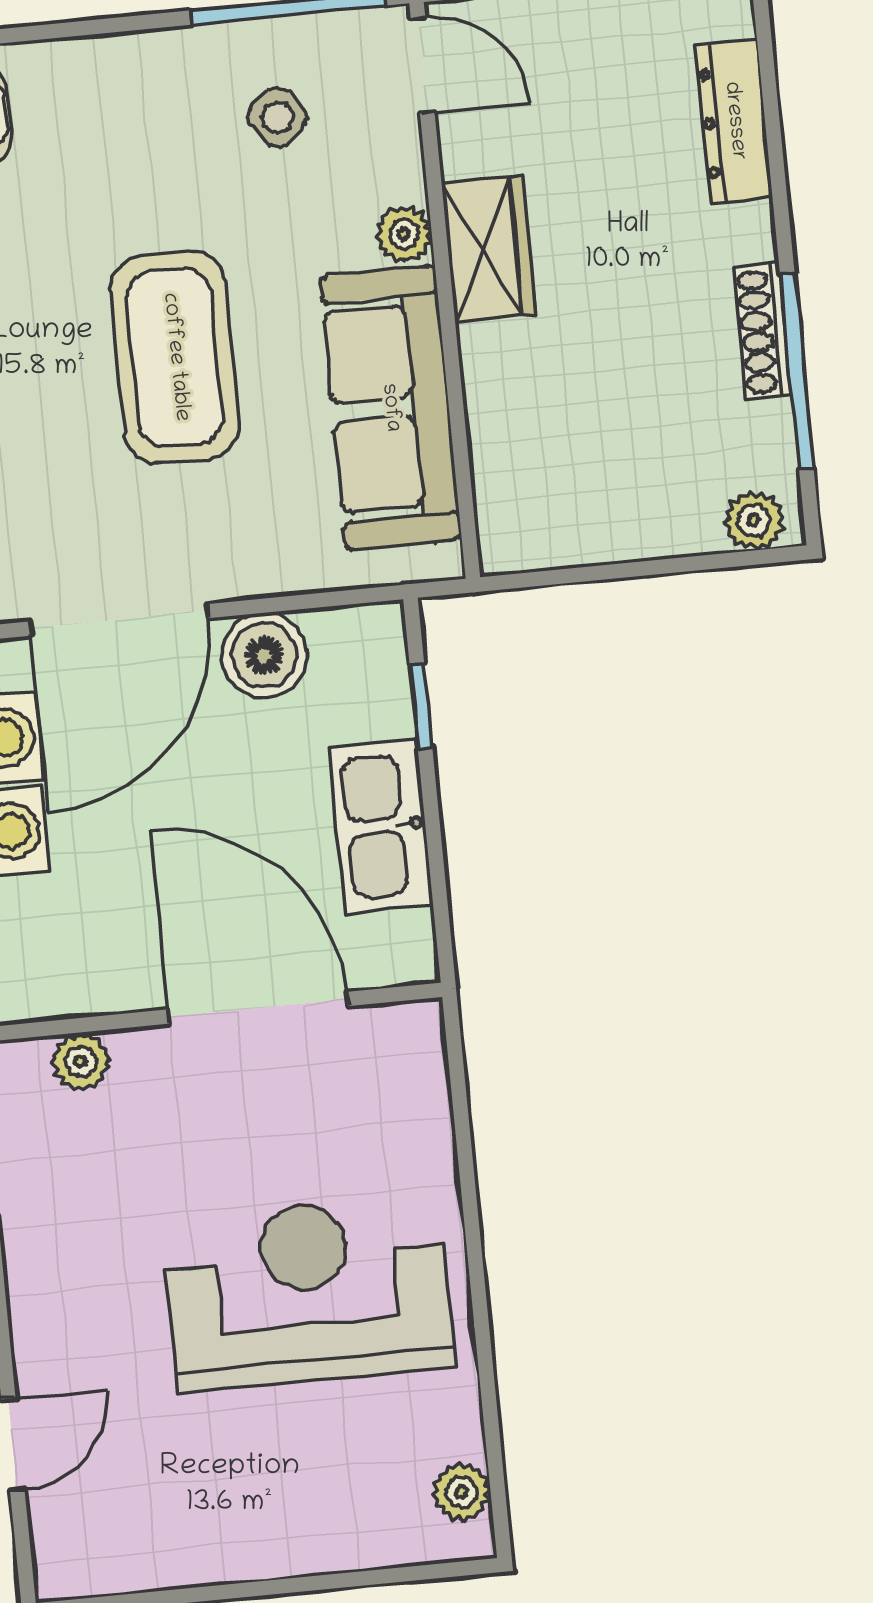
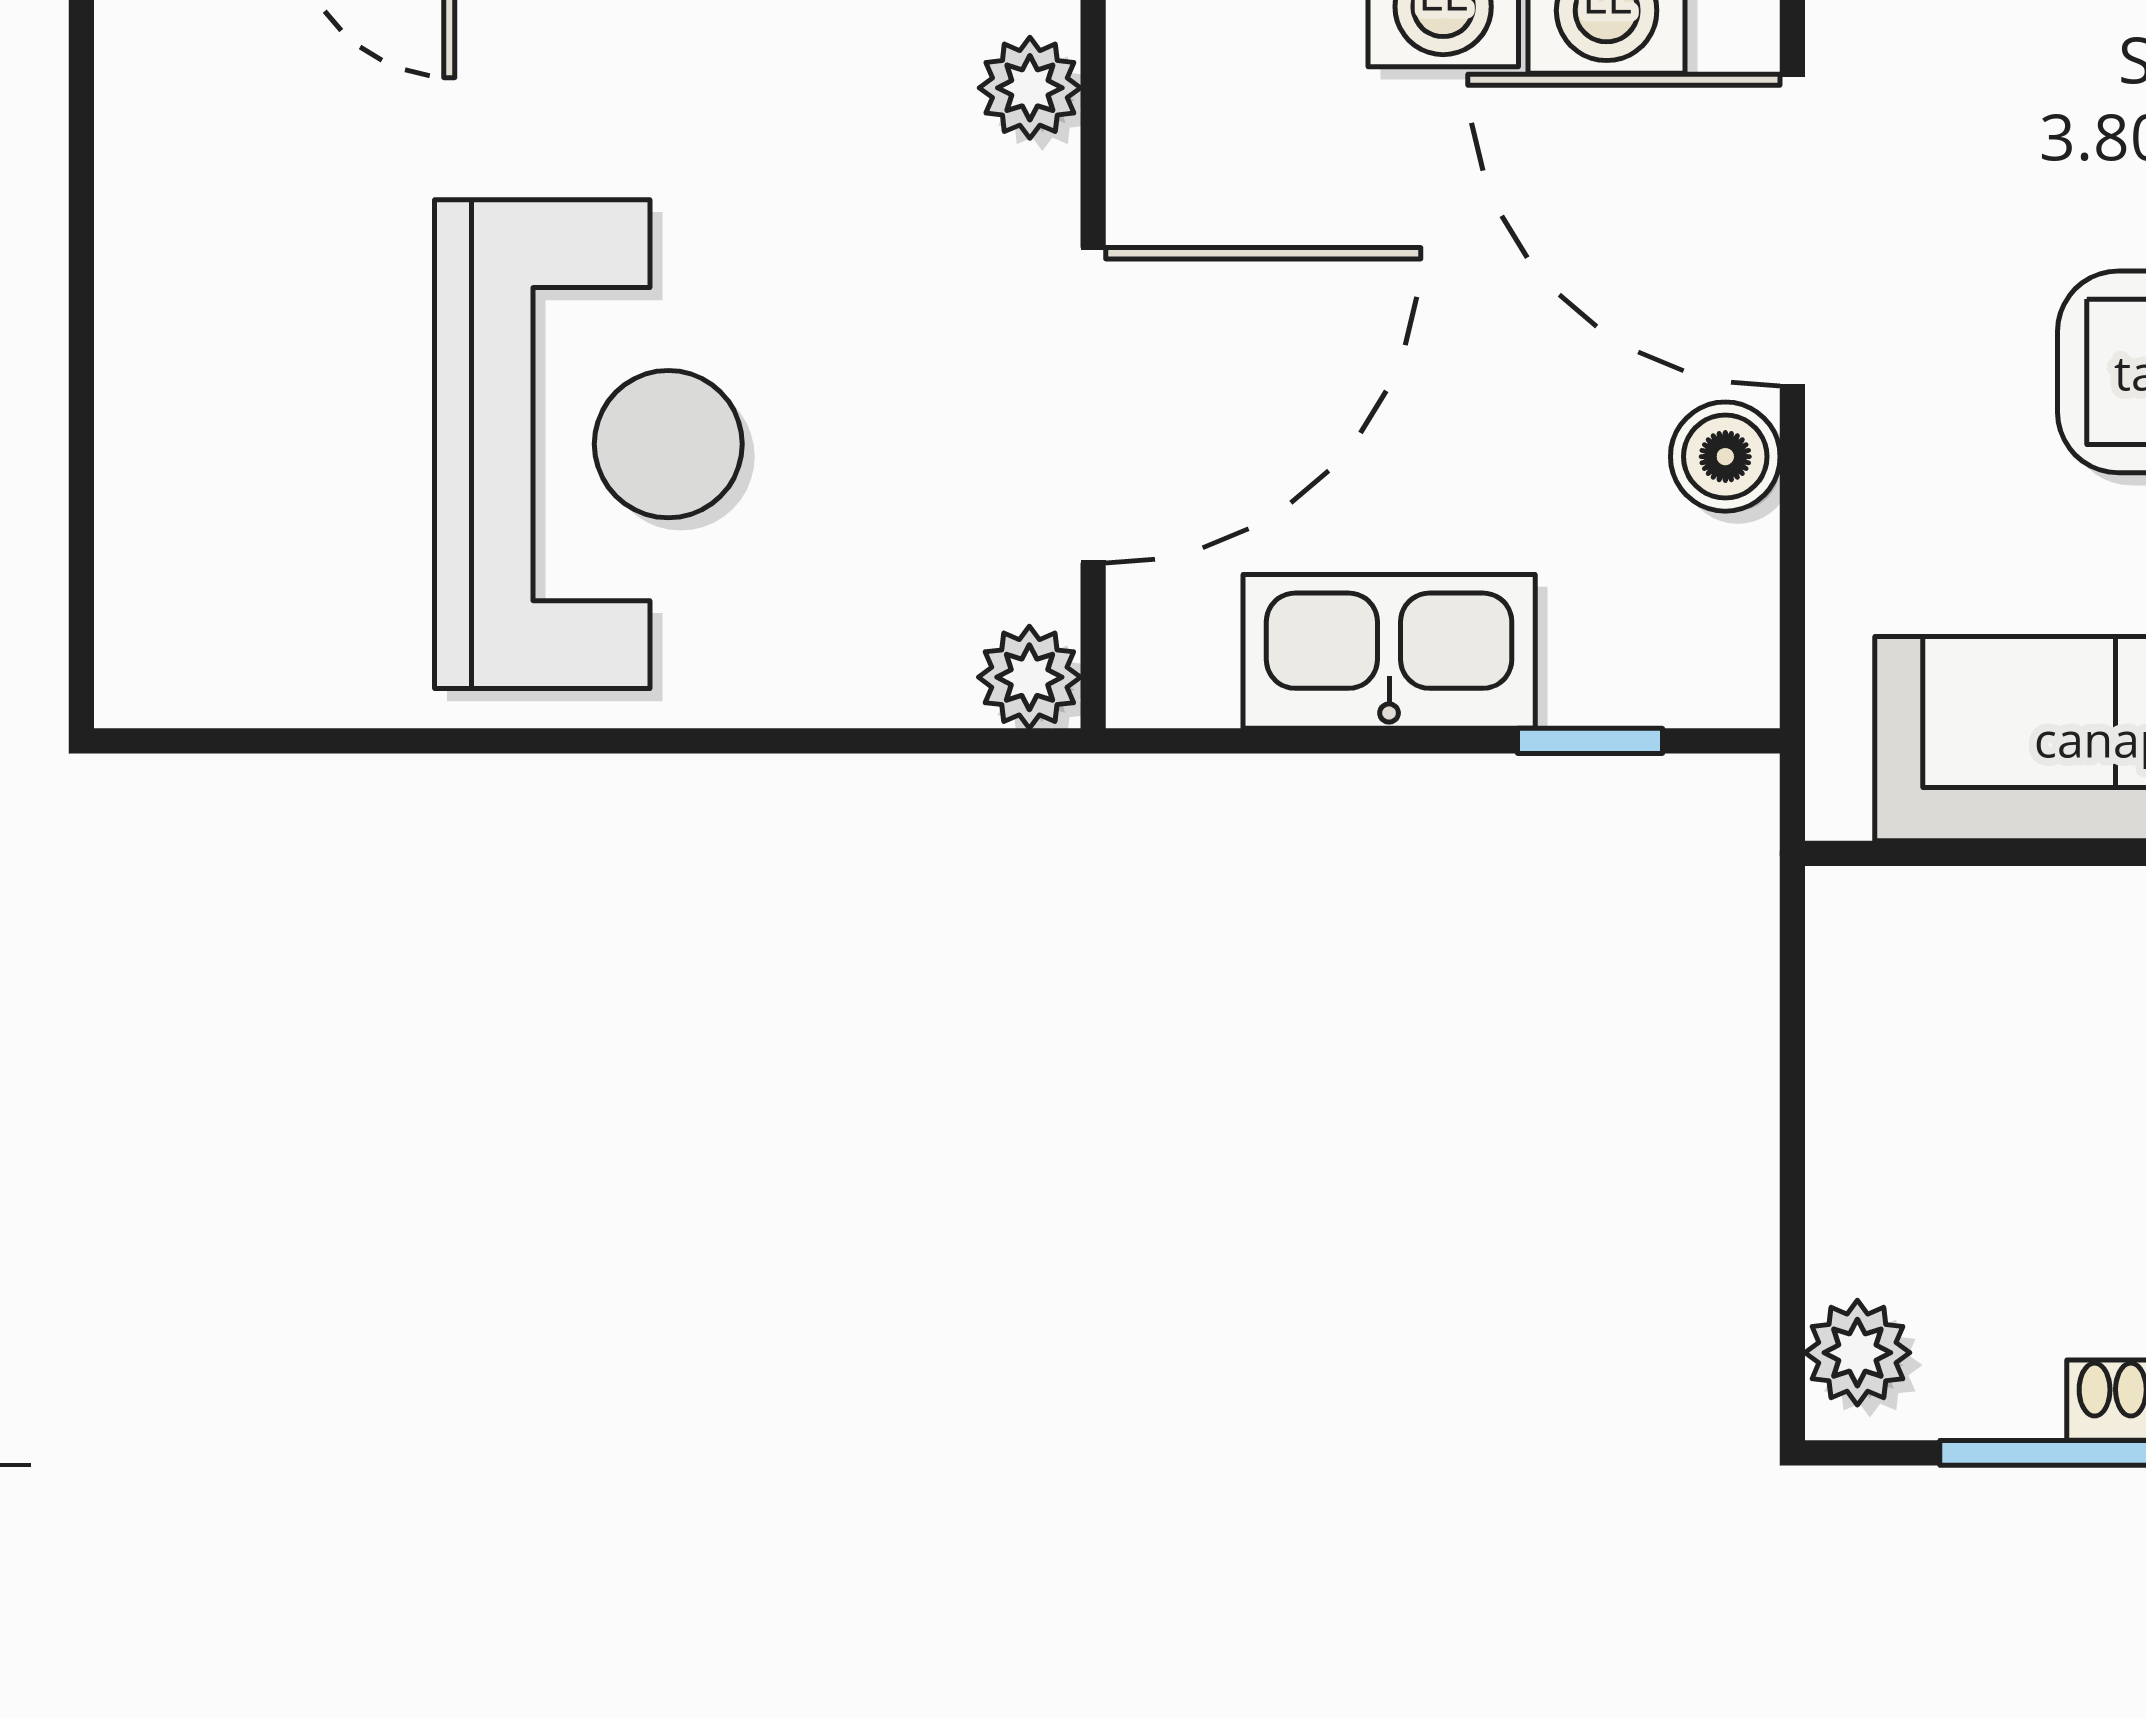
boiler: (264, 656) -> (1725, 457), width x0.73, depth x0.73
plant: (461, 1492) -> (1029, 677), moved

